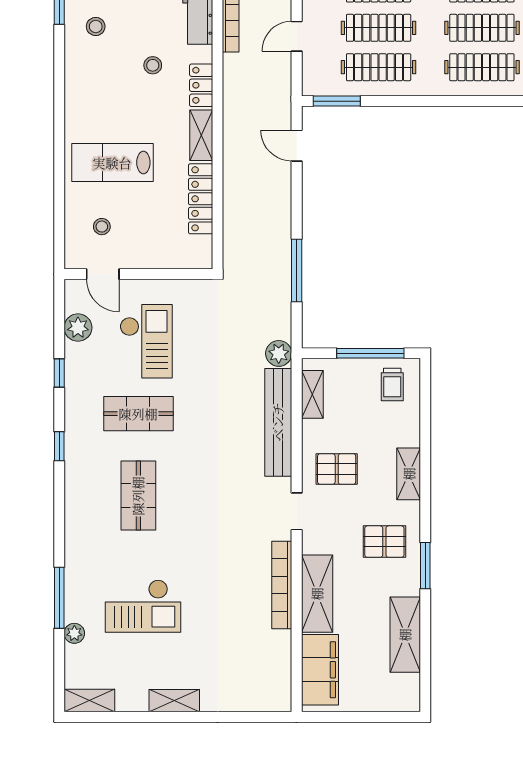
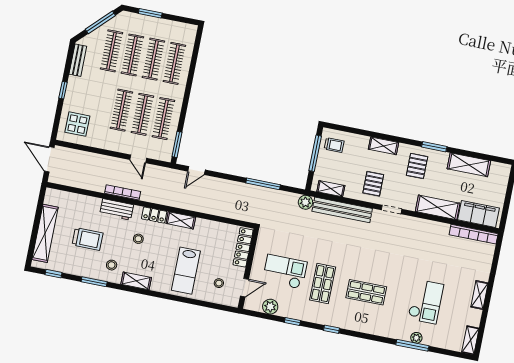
shelving: (76, 77) -> (136, 281), added
locker: (201, 199) -> (243, 247), moved, turned 90
bookcase: (282, 585) -> (474, 234), moved
plant: (74, 633) -> (416, 338), moved

